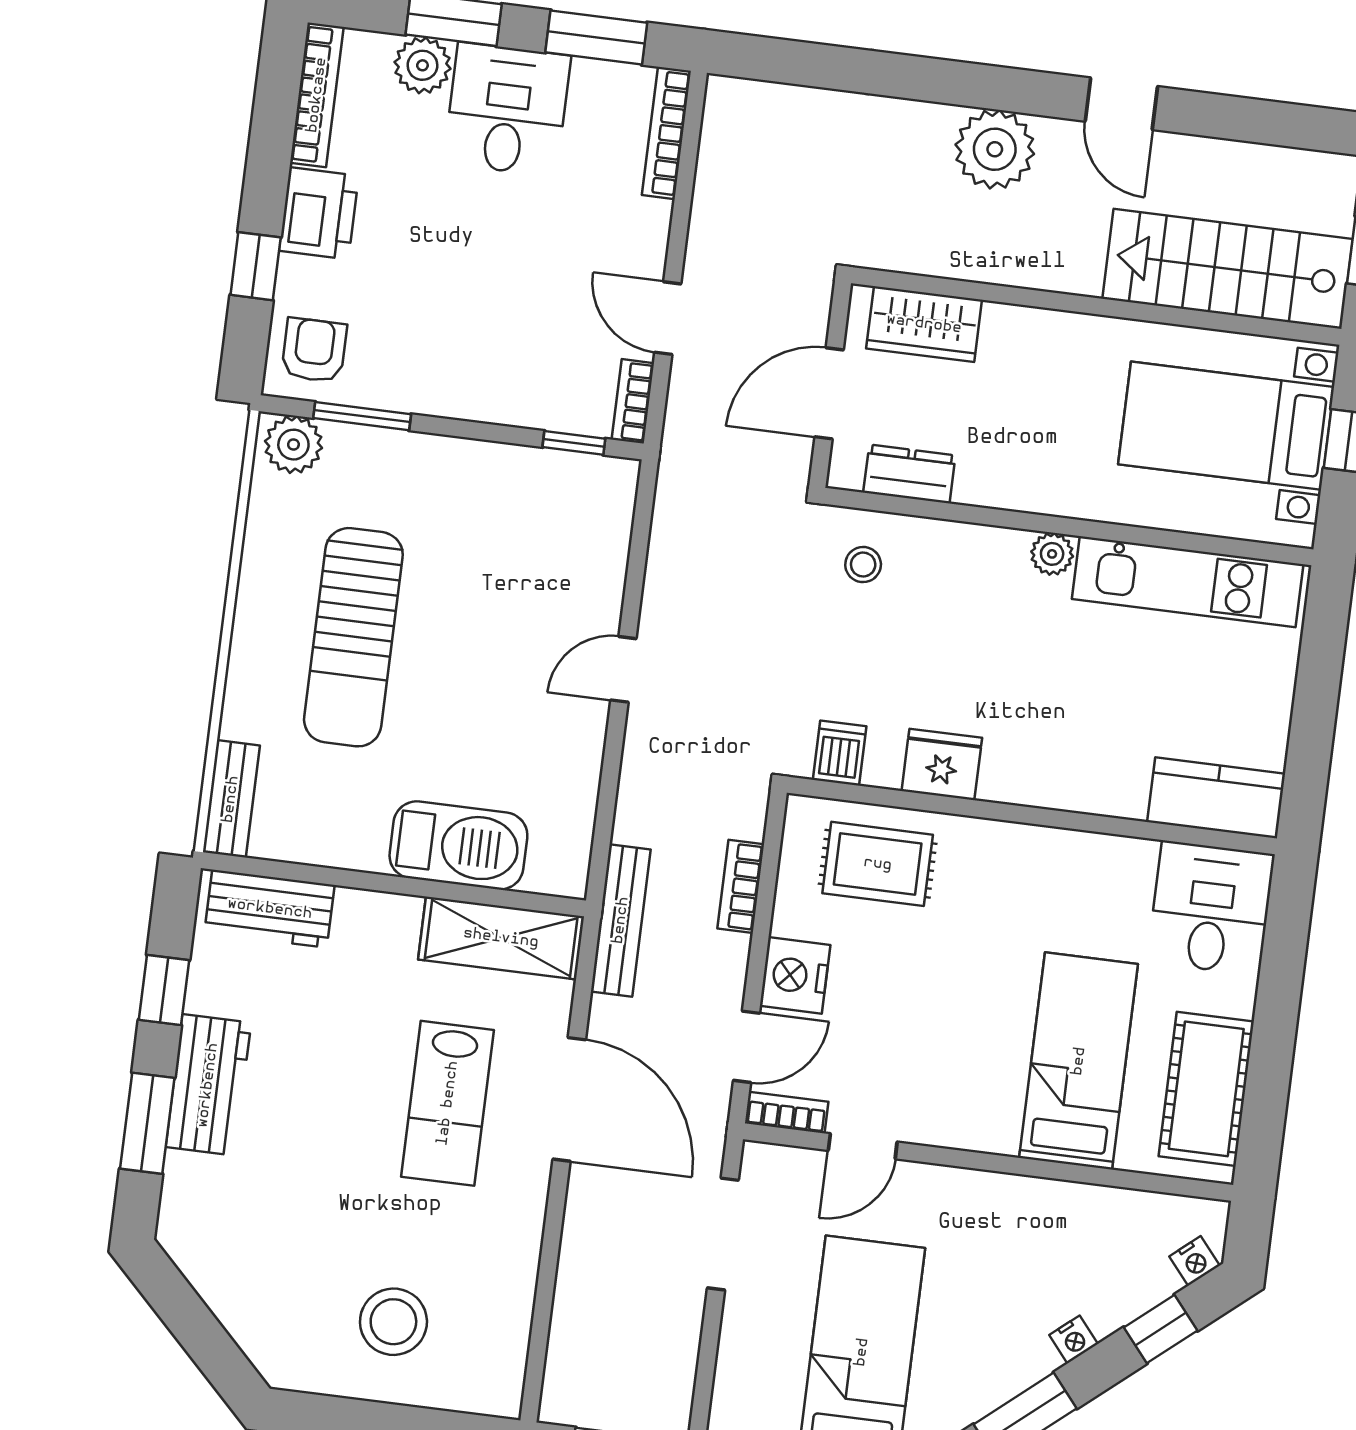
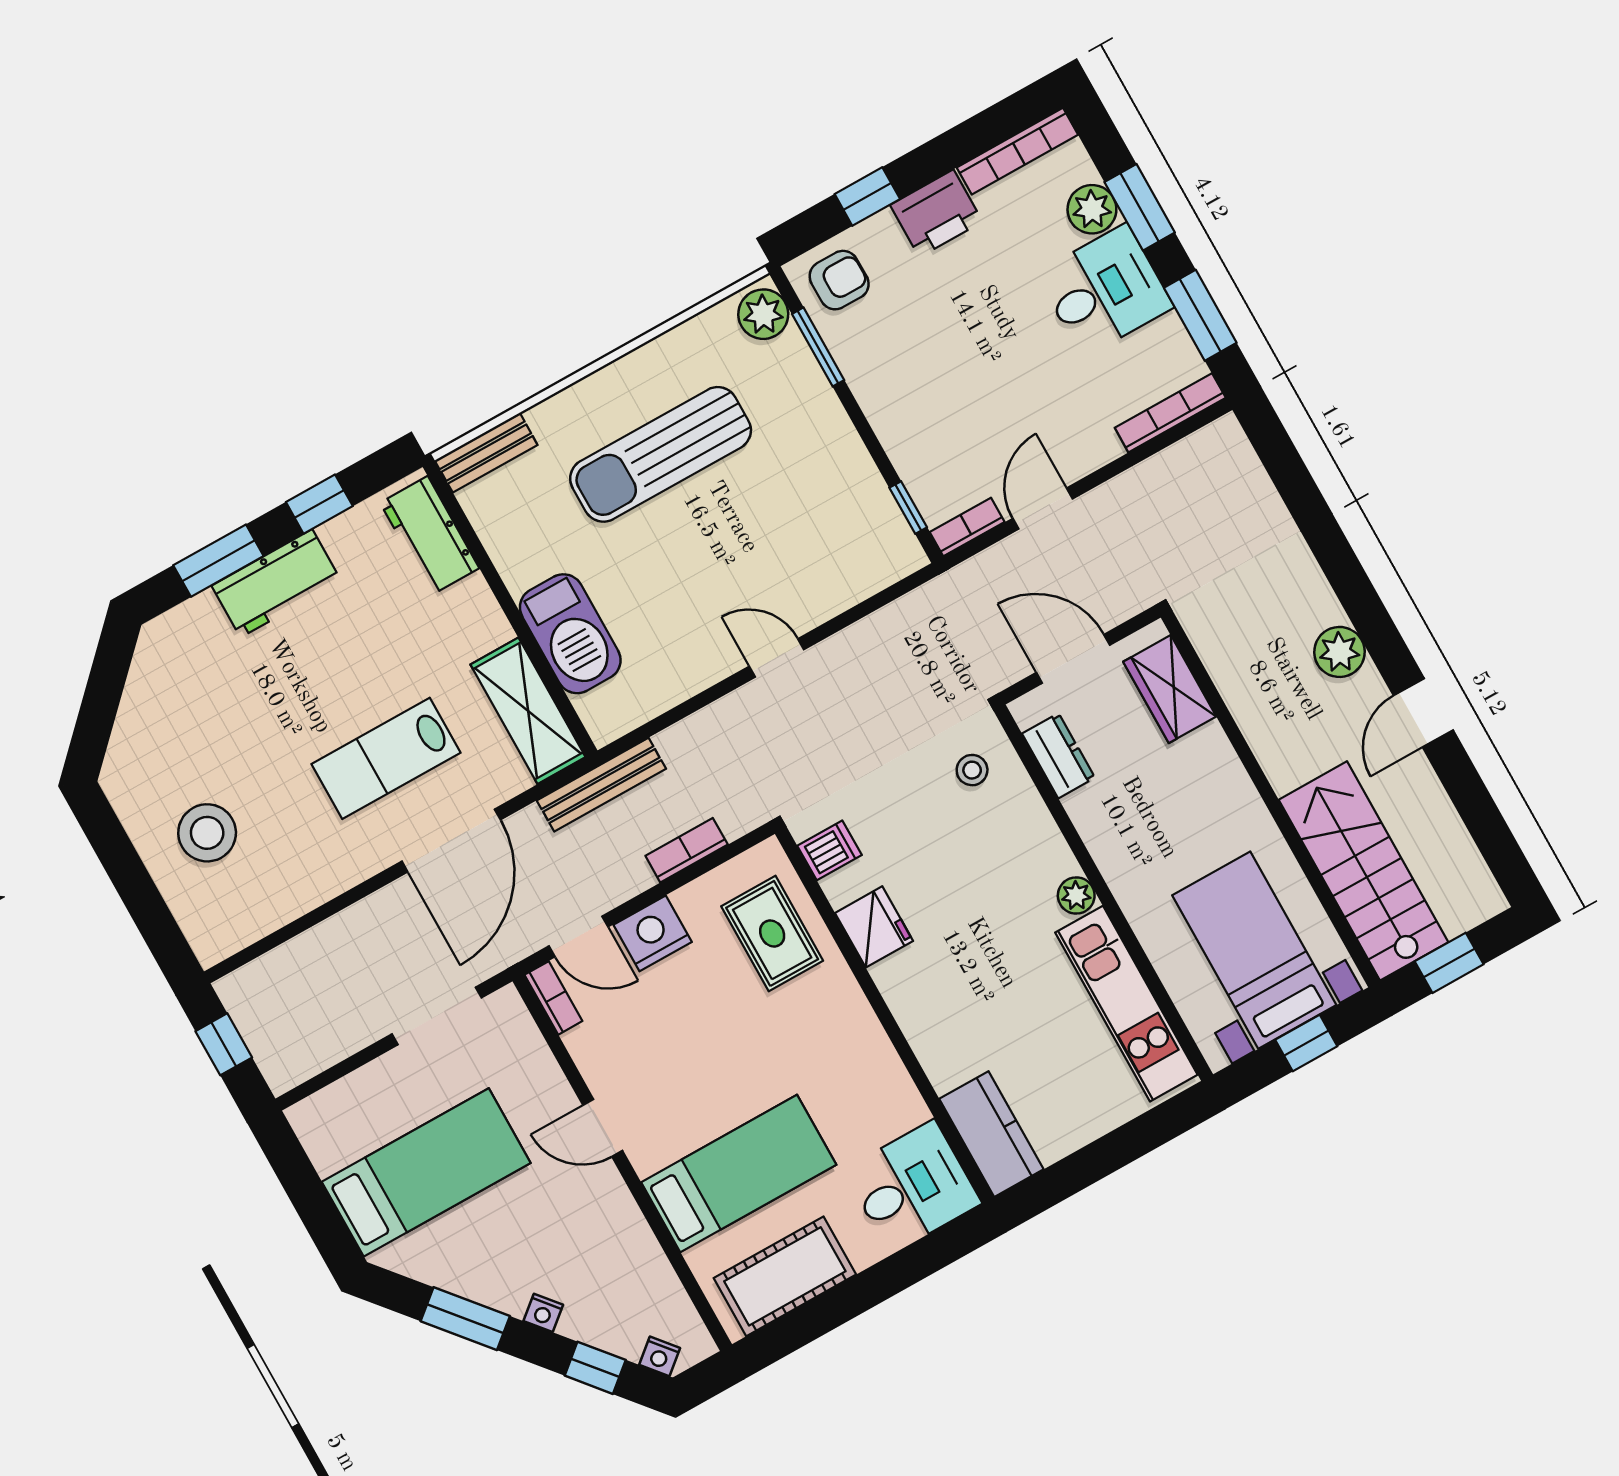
plant: (995, 149) -> (1339, 652), width x0.73, depth x0.73
door: (863, 1146) -> (603, 1128), moved

